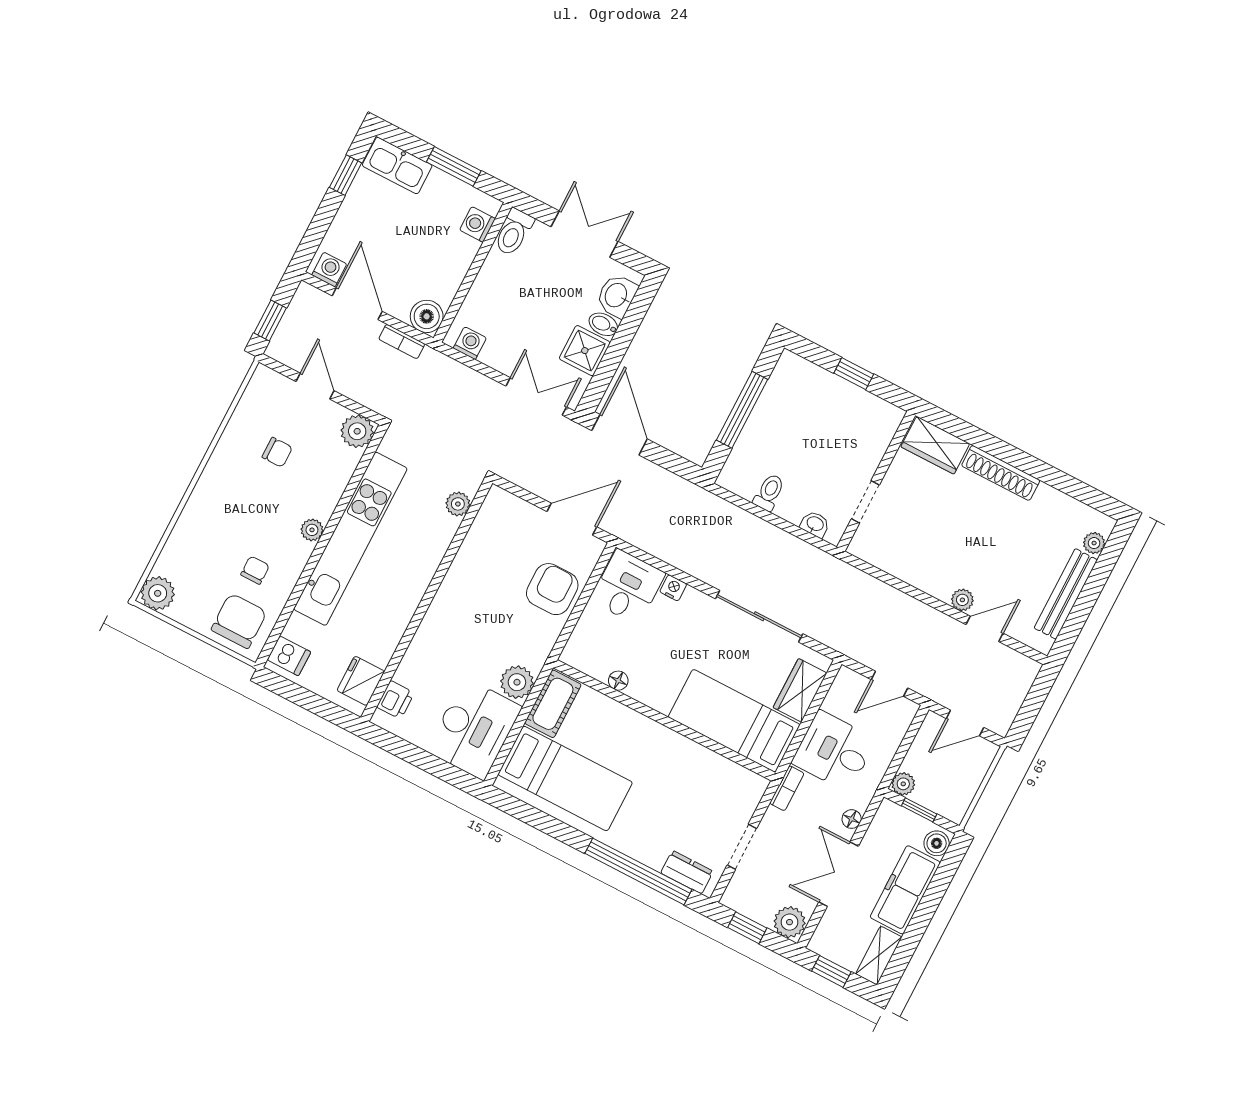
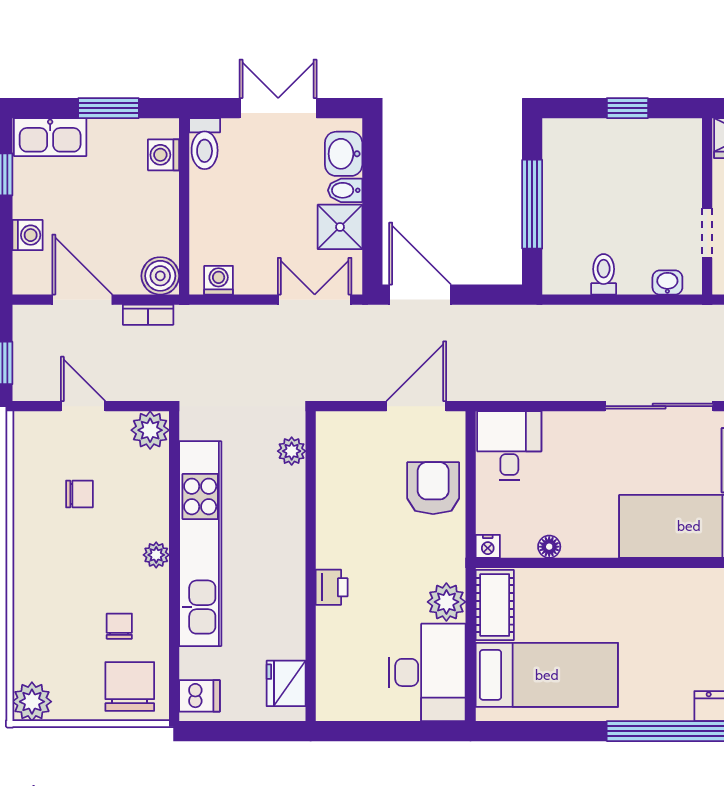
washing machine: (329, 269) -> (28, 235), moved, turned 90
nightstand: (673, 588) -> (488, 546), moved, turned 180
printer: (395, 700) -> (332, 587), moved

